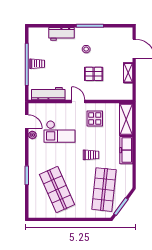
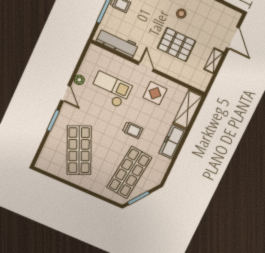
pallet: (94, 74) -> (177, 45), width x1.50, depth x1.42
door: (27, 122) -> (66, 93), moved
checkout: (60, 132) -> (111, 90), turned 180

